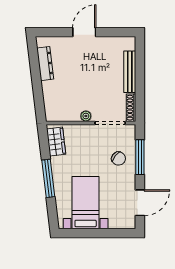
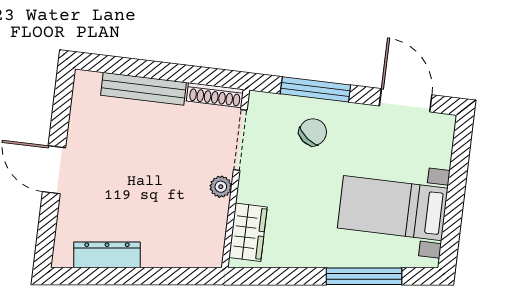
wardrobe: (56, 142) -> (248, 232), moved, turned 97
window: (48, 178) -> (364, 276), moved

